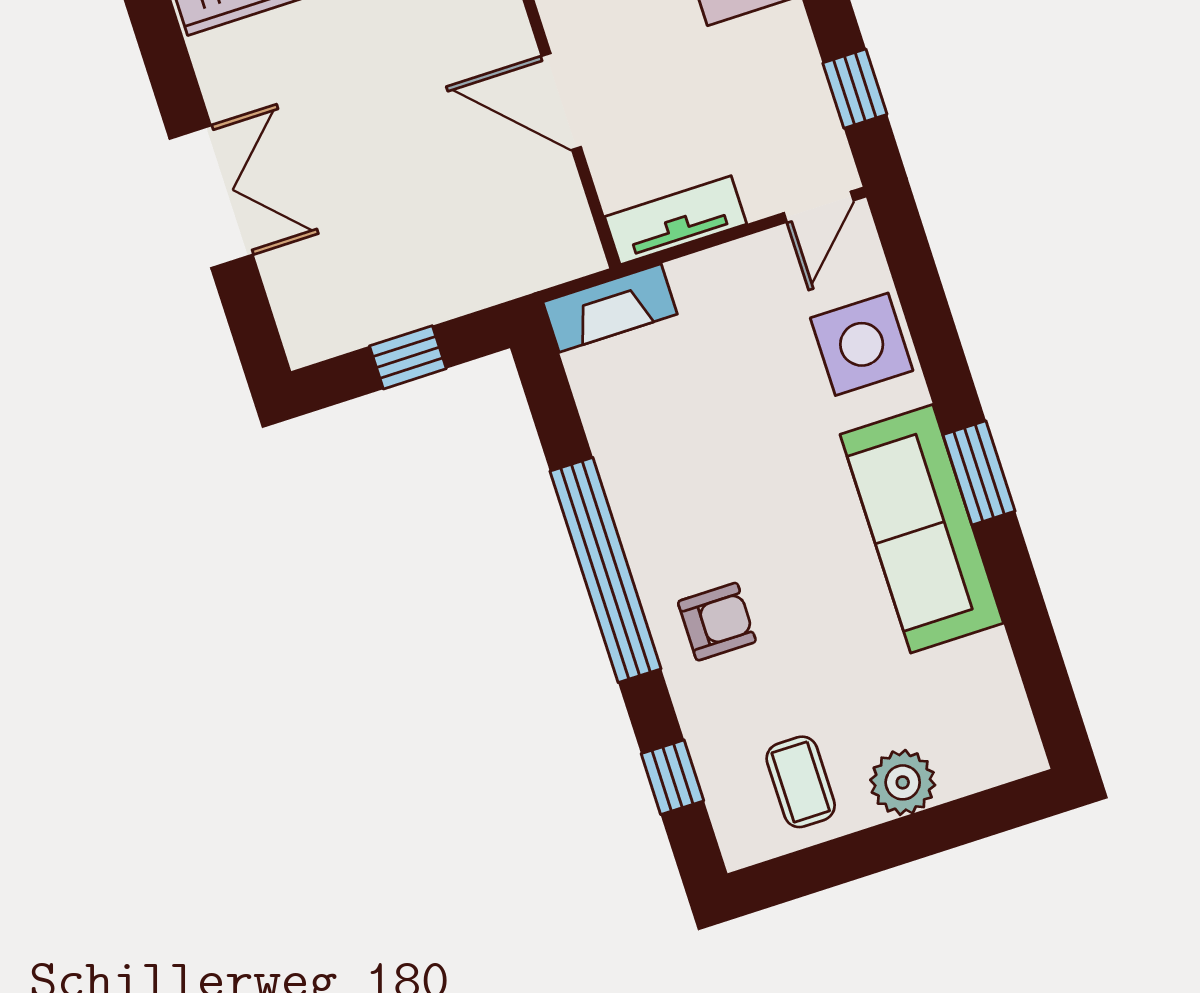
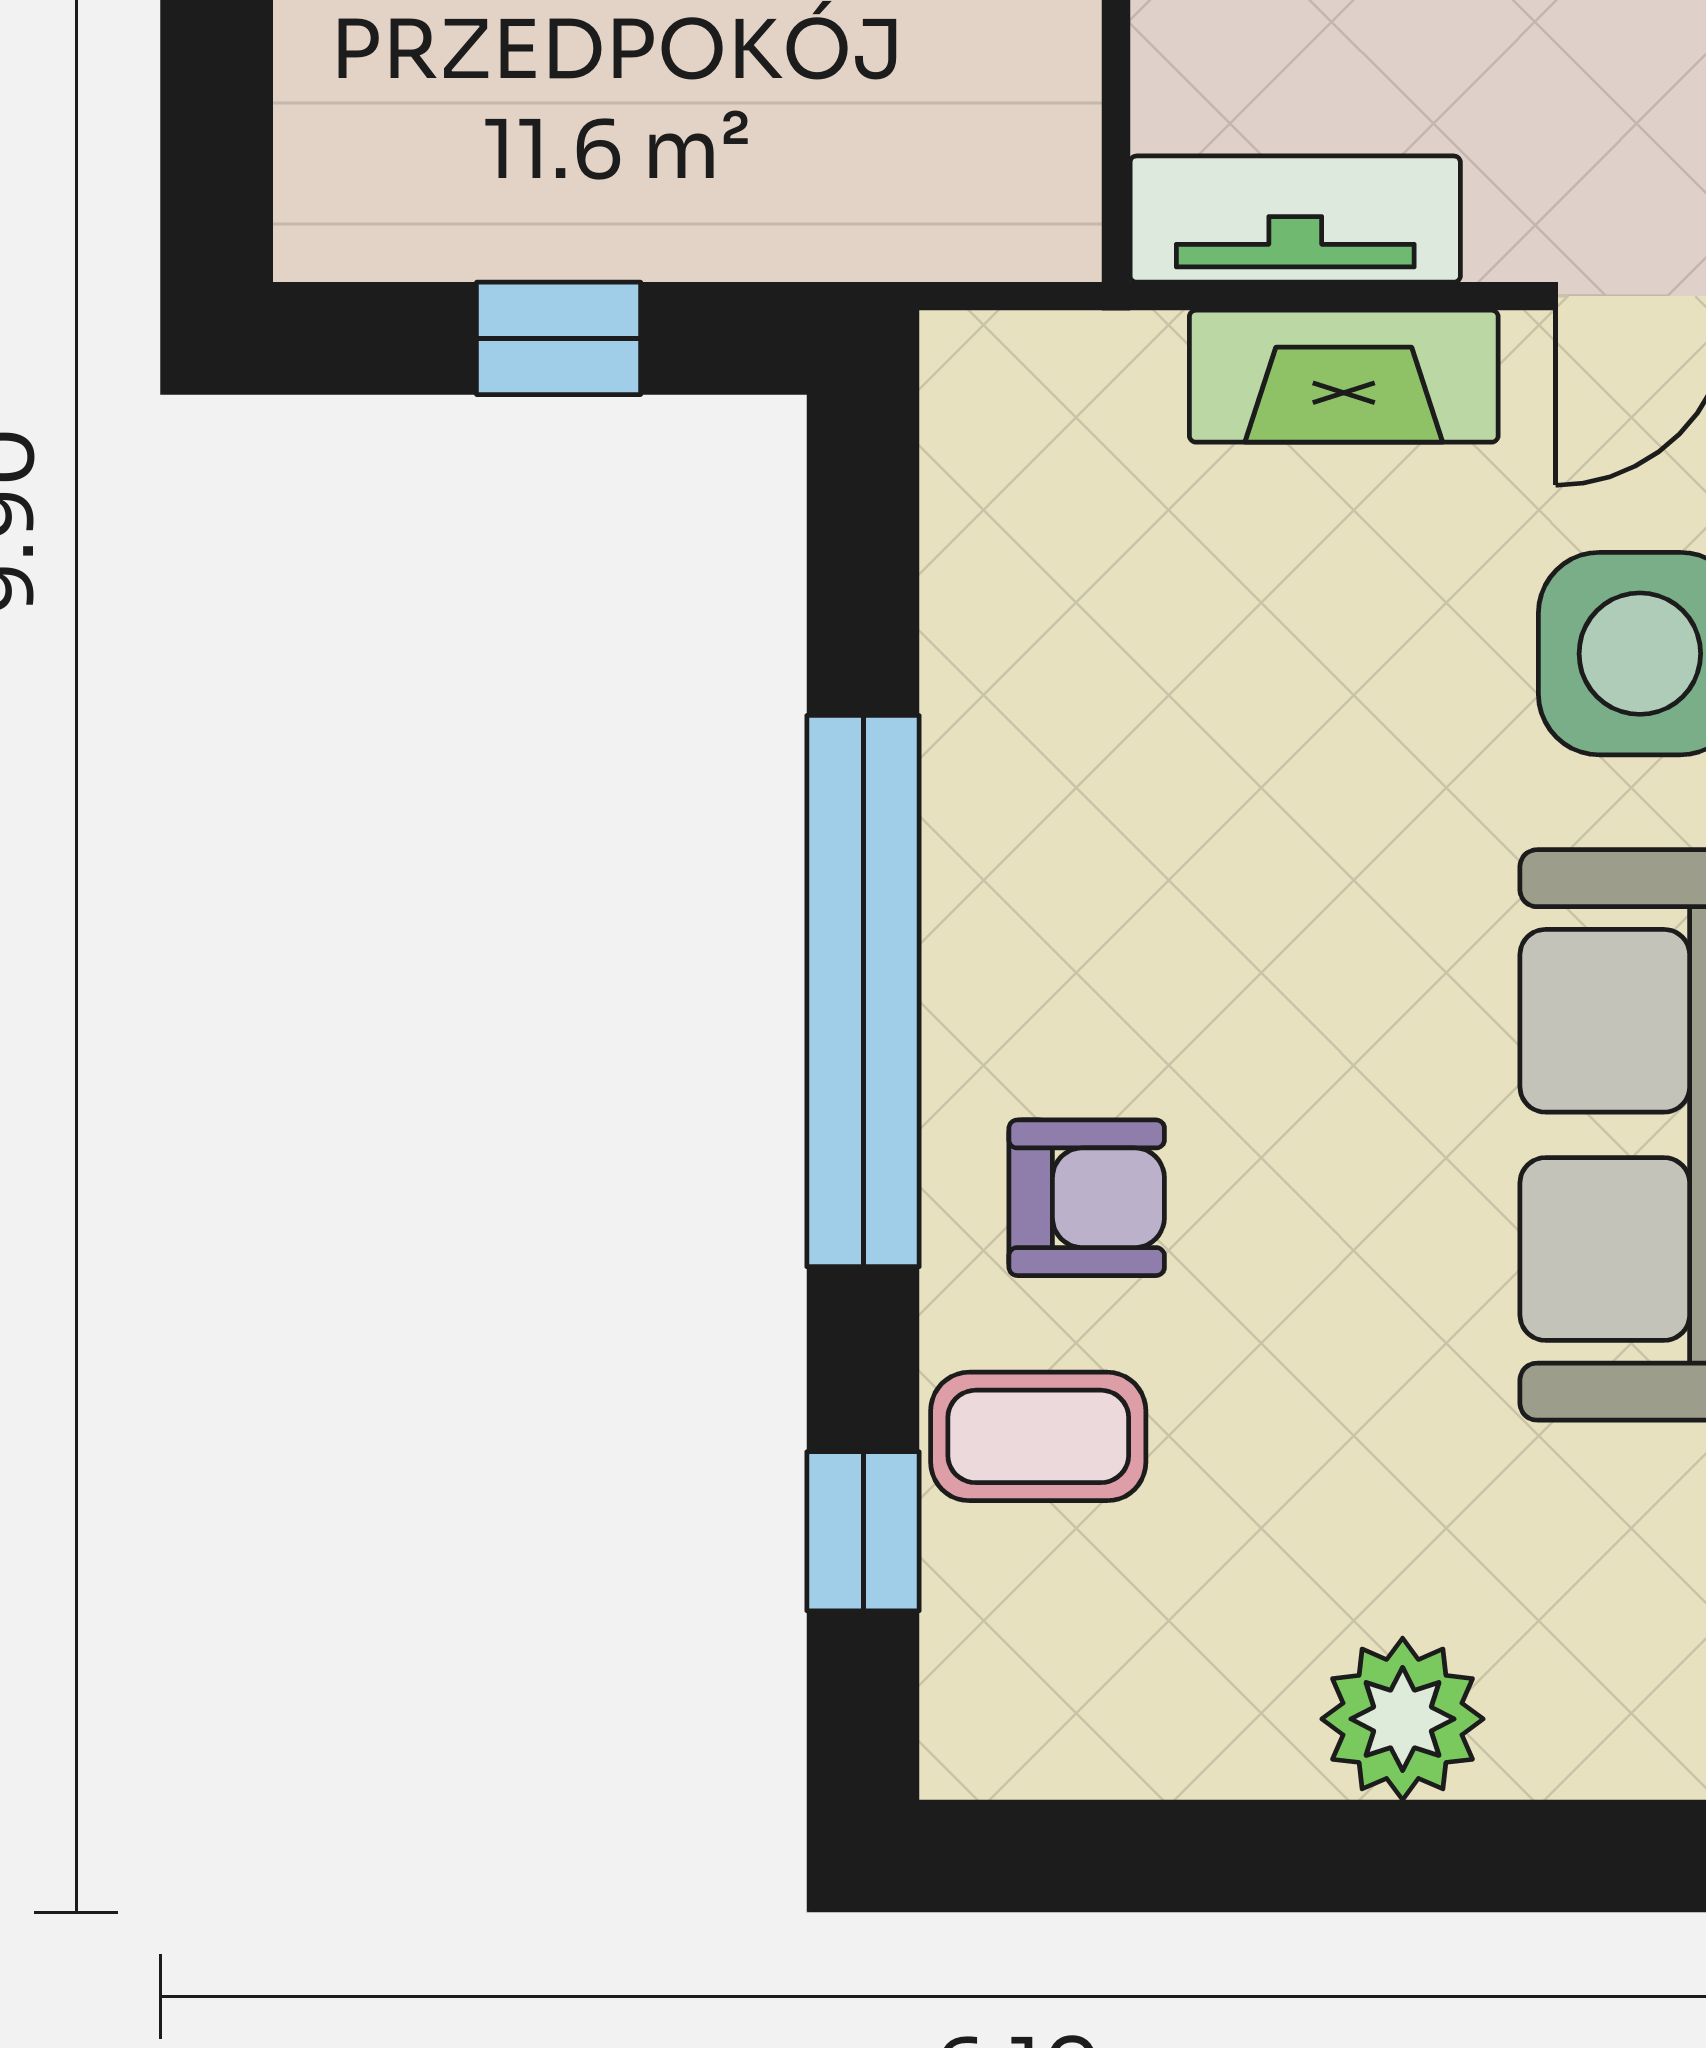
fireplace: (610, 308) -> (1344, 376), moved
coffee table: (801, 782) -> (1038, 1436), moved, turned 90

